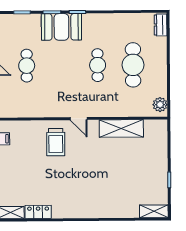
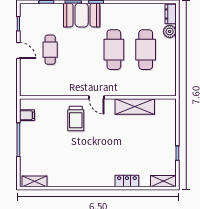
cafe table: (98, 65) -> (114, 50), width x1.37, depth x1.35
plant: (160, 105) -> (170, 31), moved
locker: (38, 212) -> (127, 181), moved

